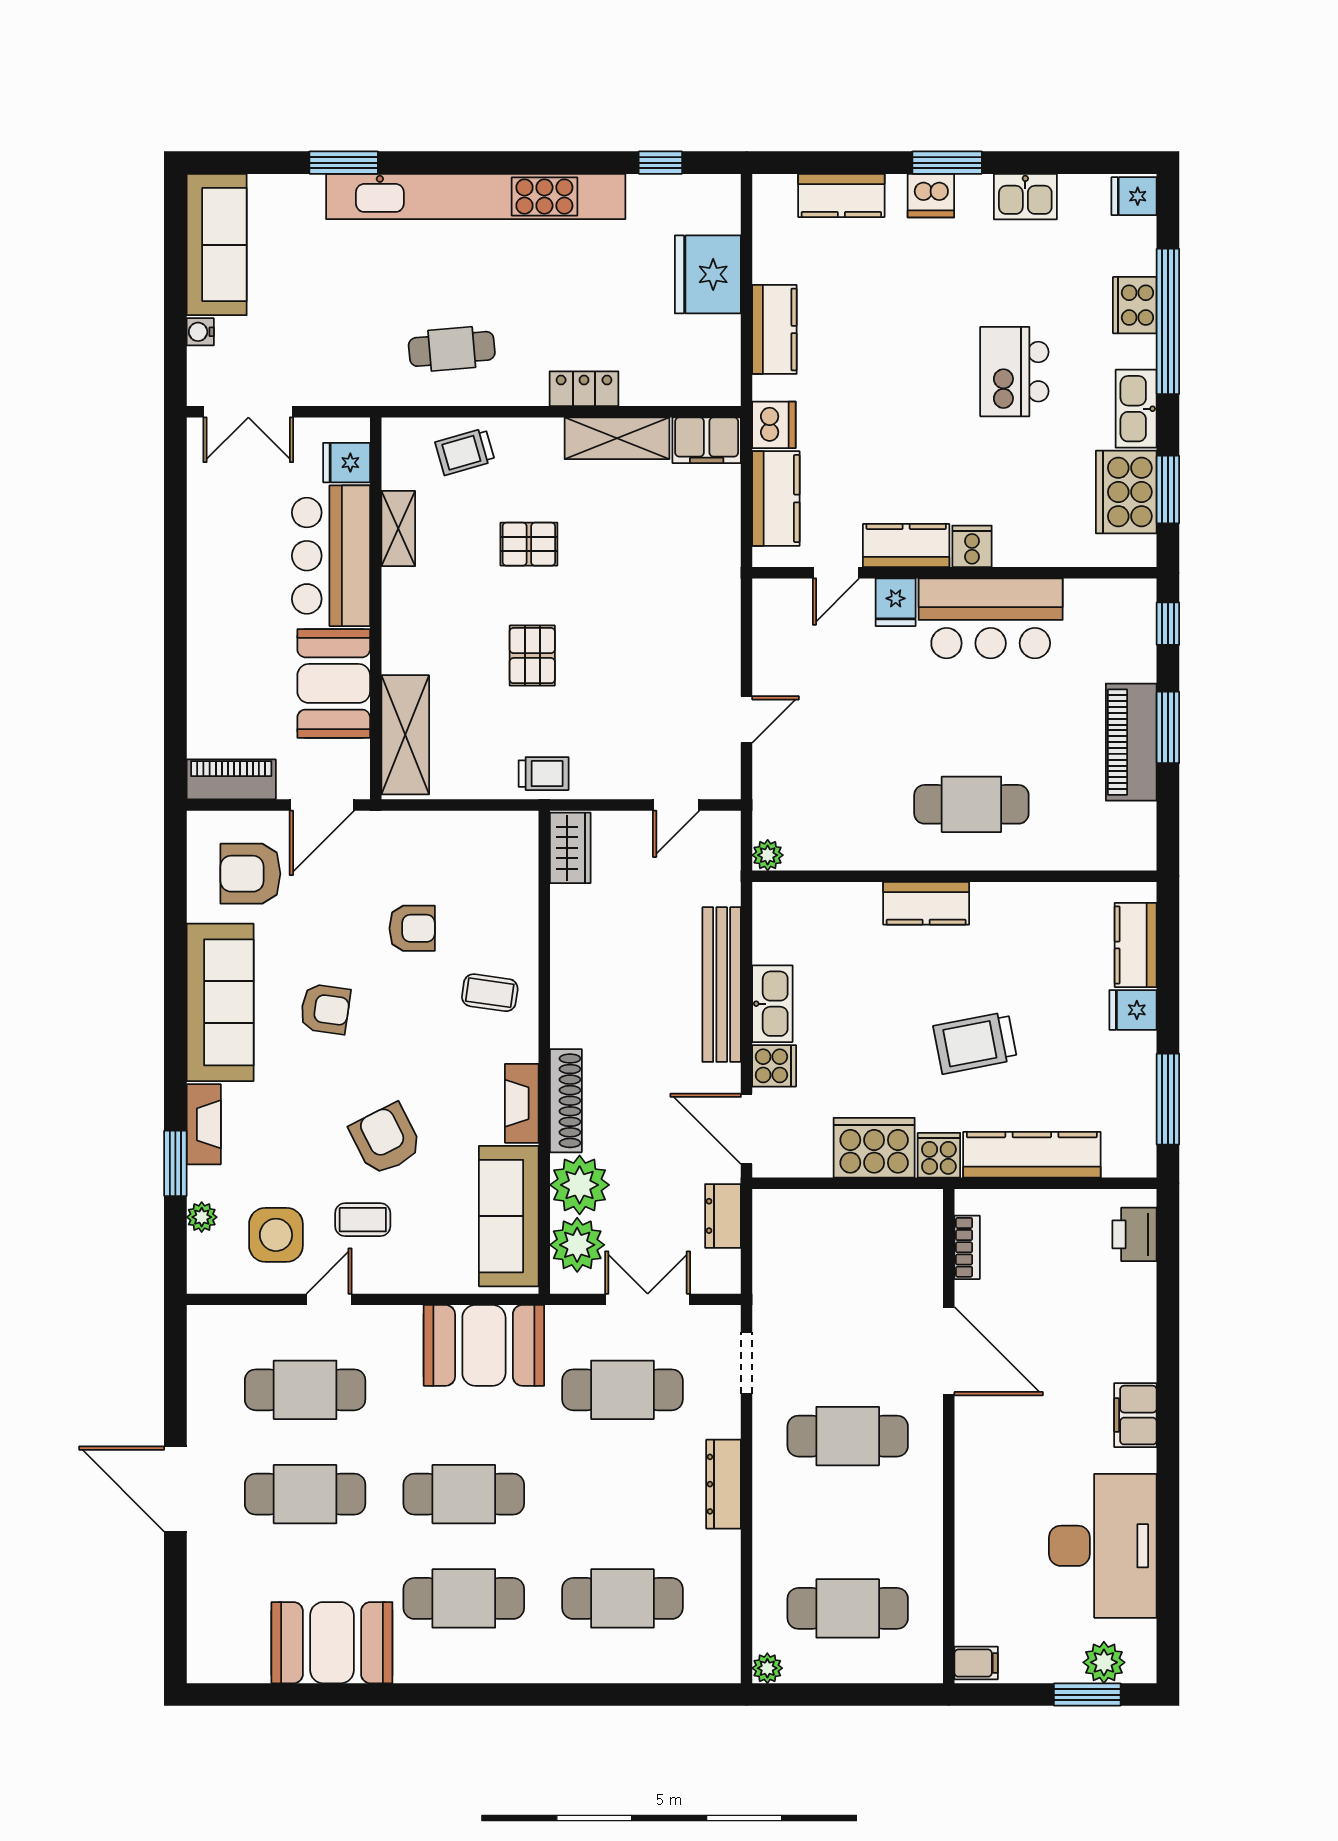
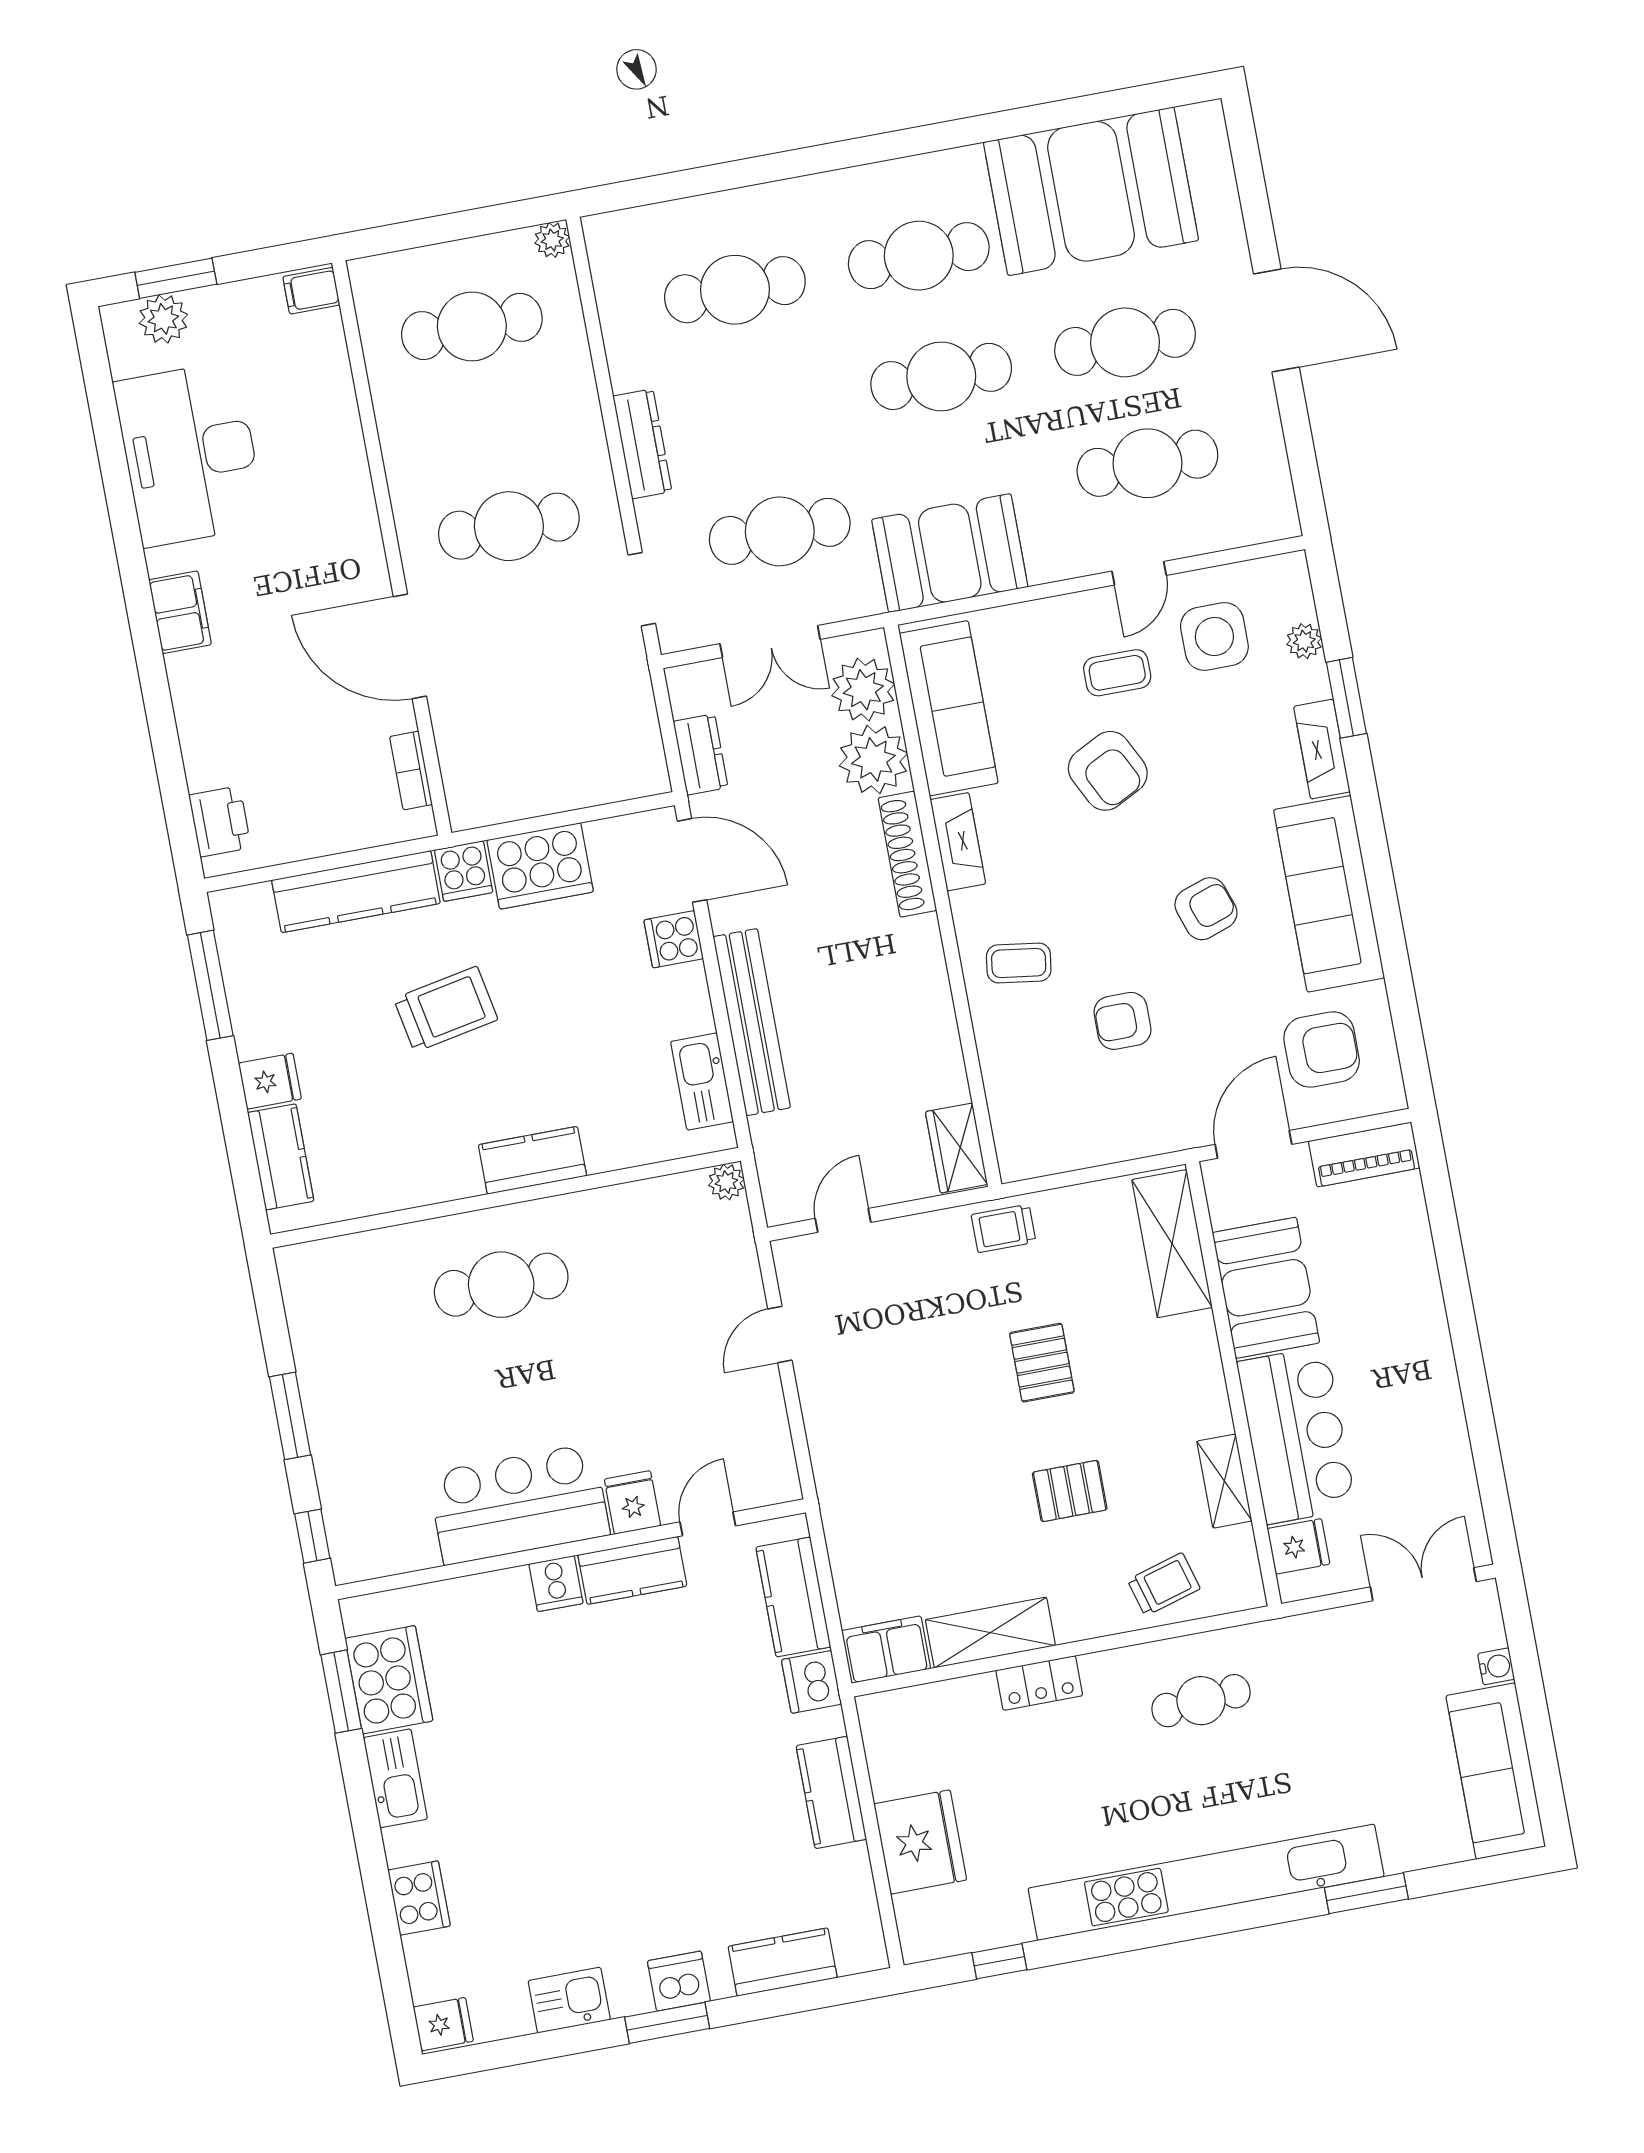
window: (1168, 321) -> (377, 1886), removed
kitchen island: (1014, 372) -> (544, 1795), removed
piano: (1131, 742) -> (329, 1391), removed
kitchen sink: (772, 1004) -> (702, 1082), moved
armchair: (325, 1009) -> (1206, 909), turned 153
booth: (332, 1643) -> (1091, 191), width x1.36, depth x1.42

